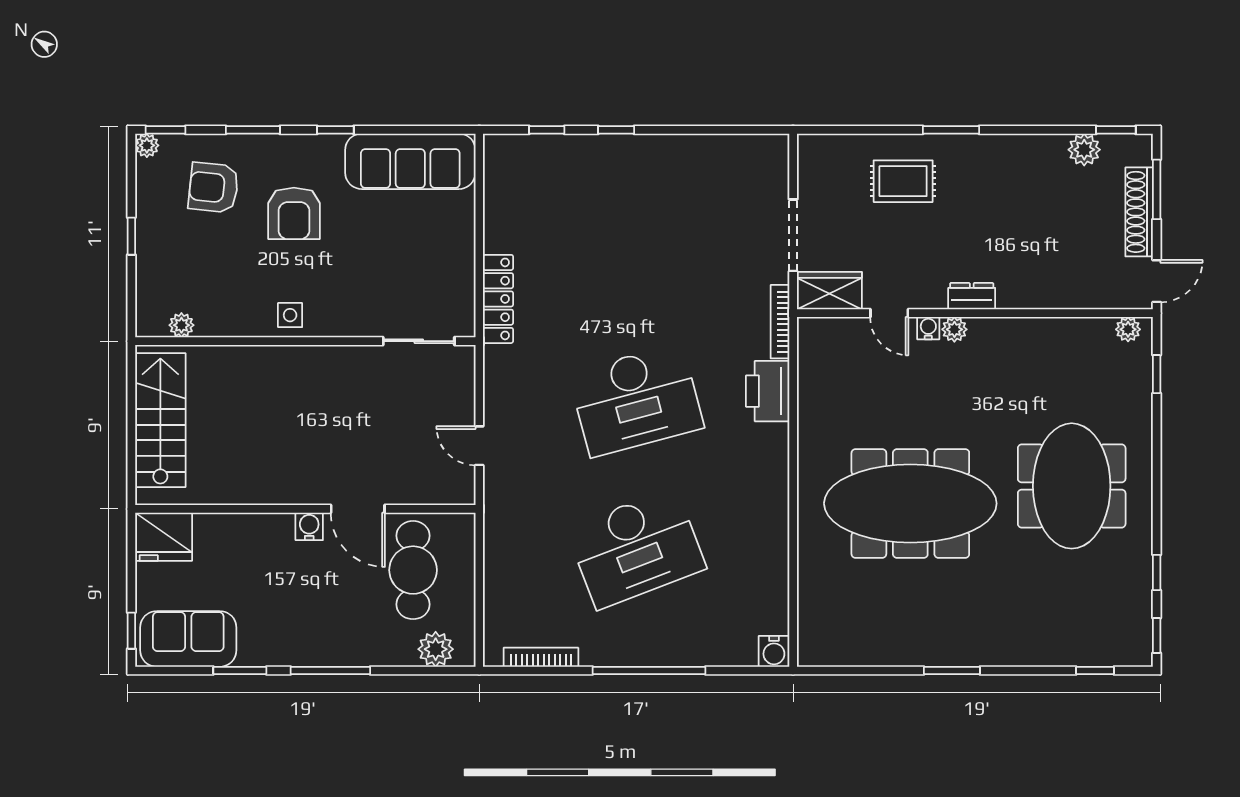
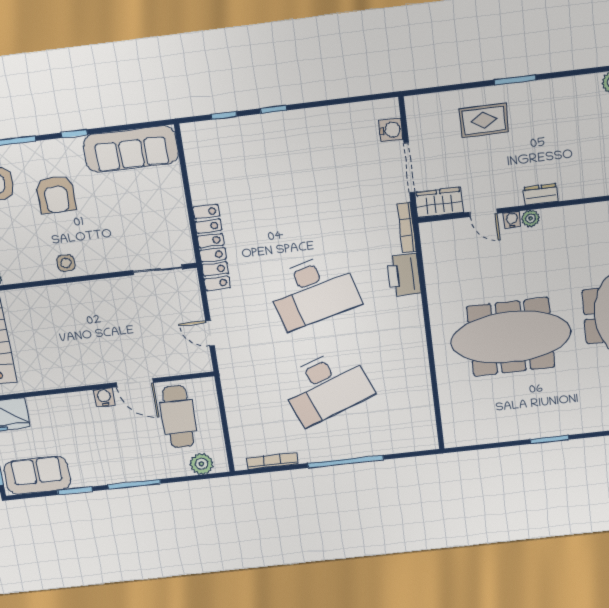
locker: (498, 299) -> (212, 248), width x1.41, depth x1.21
water cooler: (774, 651) -> (391, 130), moved, turned -90

